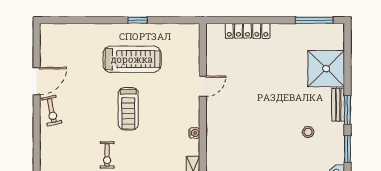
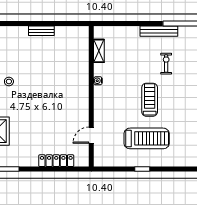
treadmill: (132, 59) -> (147, 138), turned 180
door: (203, 86) -> (91, 135), moved

